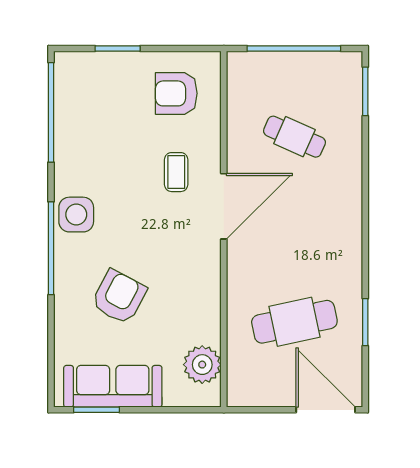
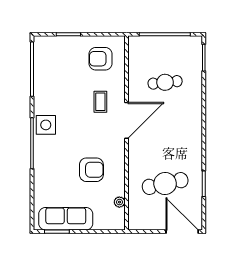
cafe table: (294, 137) -> (165, 82), turned -30
armchair: (119, 297) -> (91, 170), moved, turned 62
plant: (202, 365) -> (119, 202), width x0.53, depth x0.53

